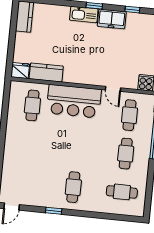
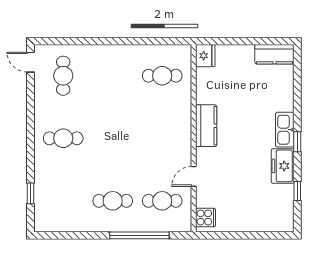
kitchen counter: (46, 72) -> (206, 126), moved
bar counter: (74, 101) -> (173, 128), removed
cafe table: (122, 192) -> (63, 76), moved
window: (54, 211) -> (30, 193), moved

